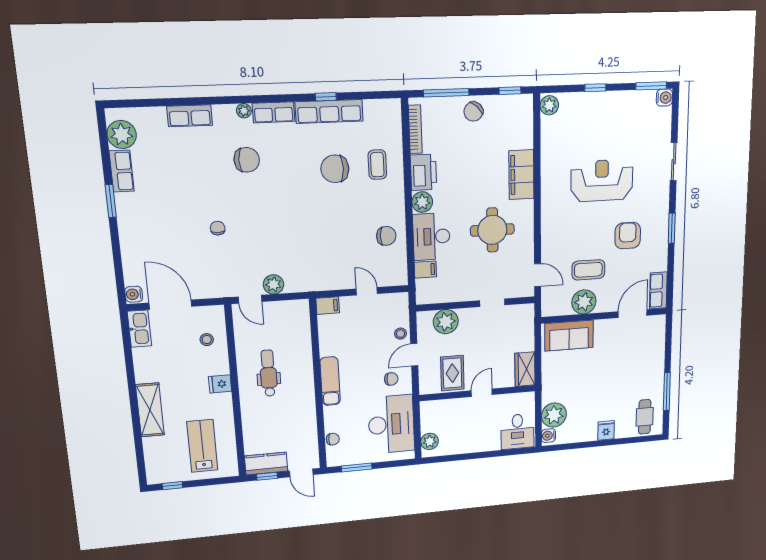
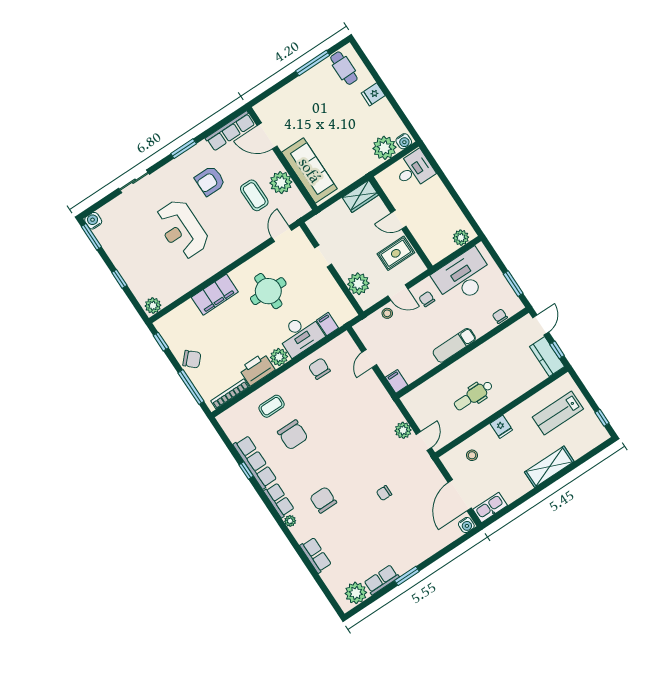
row of seats: (658, 290) -> (230, 131), width x1.48
sofa: (569, 336) -> (309, 171), width x1.36
cafe table: (645, 417) -> (344, 68), turned 90

